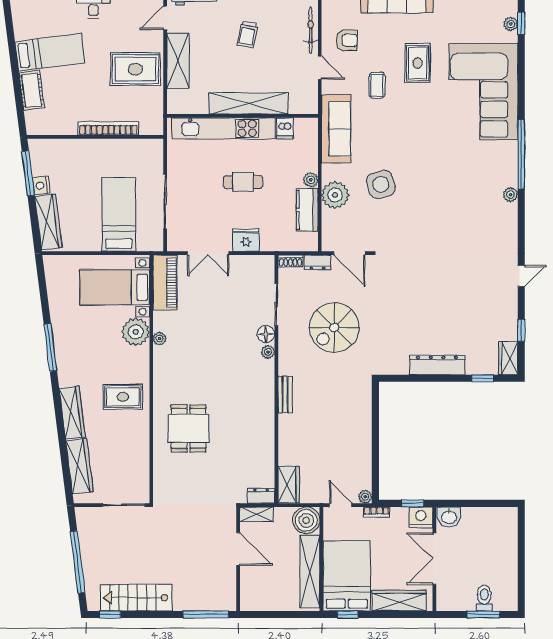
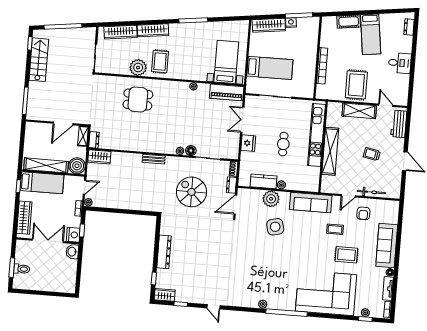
dishwasher: (285, 128) -> (314, 172), removed
plant: (136, 332) -> (138, 68), moved
bed: (347, 576) -> (42, 183), width x0.67

